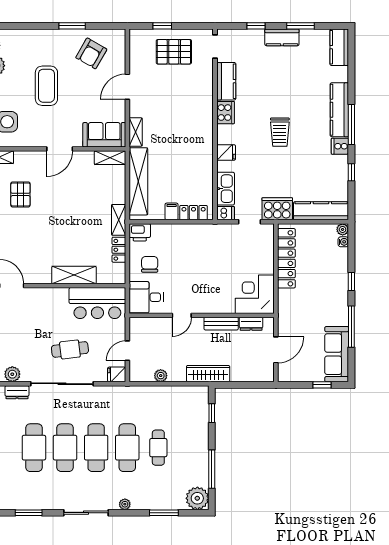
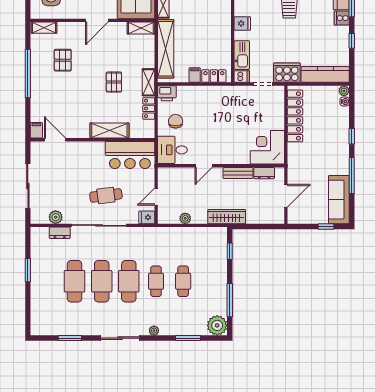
pallet: (79, 219) -> (114, 82), added
cafe table: (127, 448) -> (156, 281), width x0.73, depth x0.74

